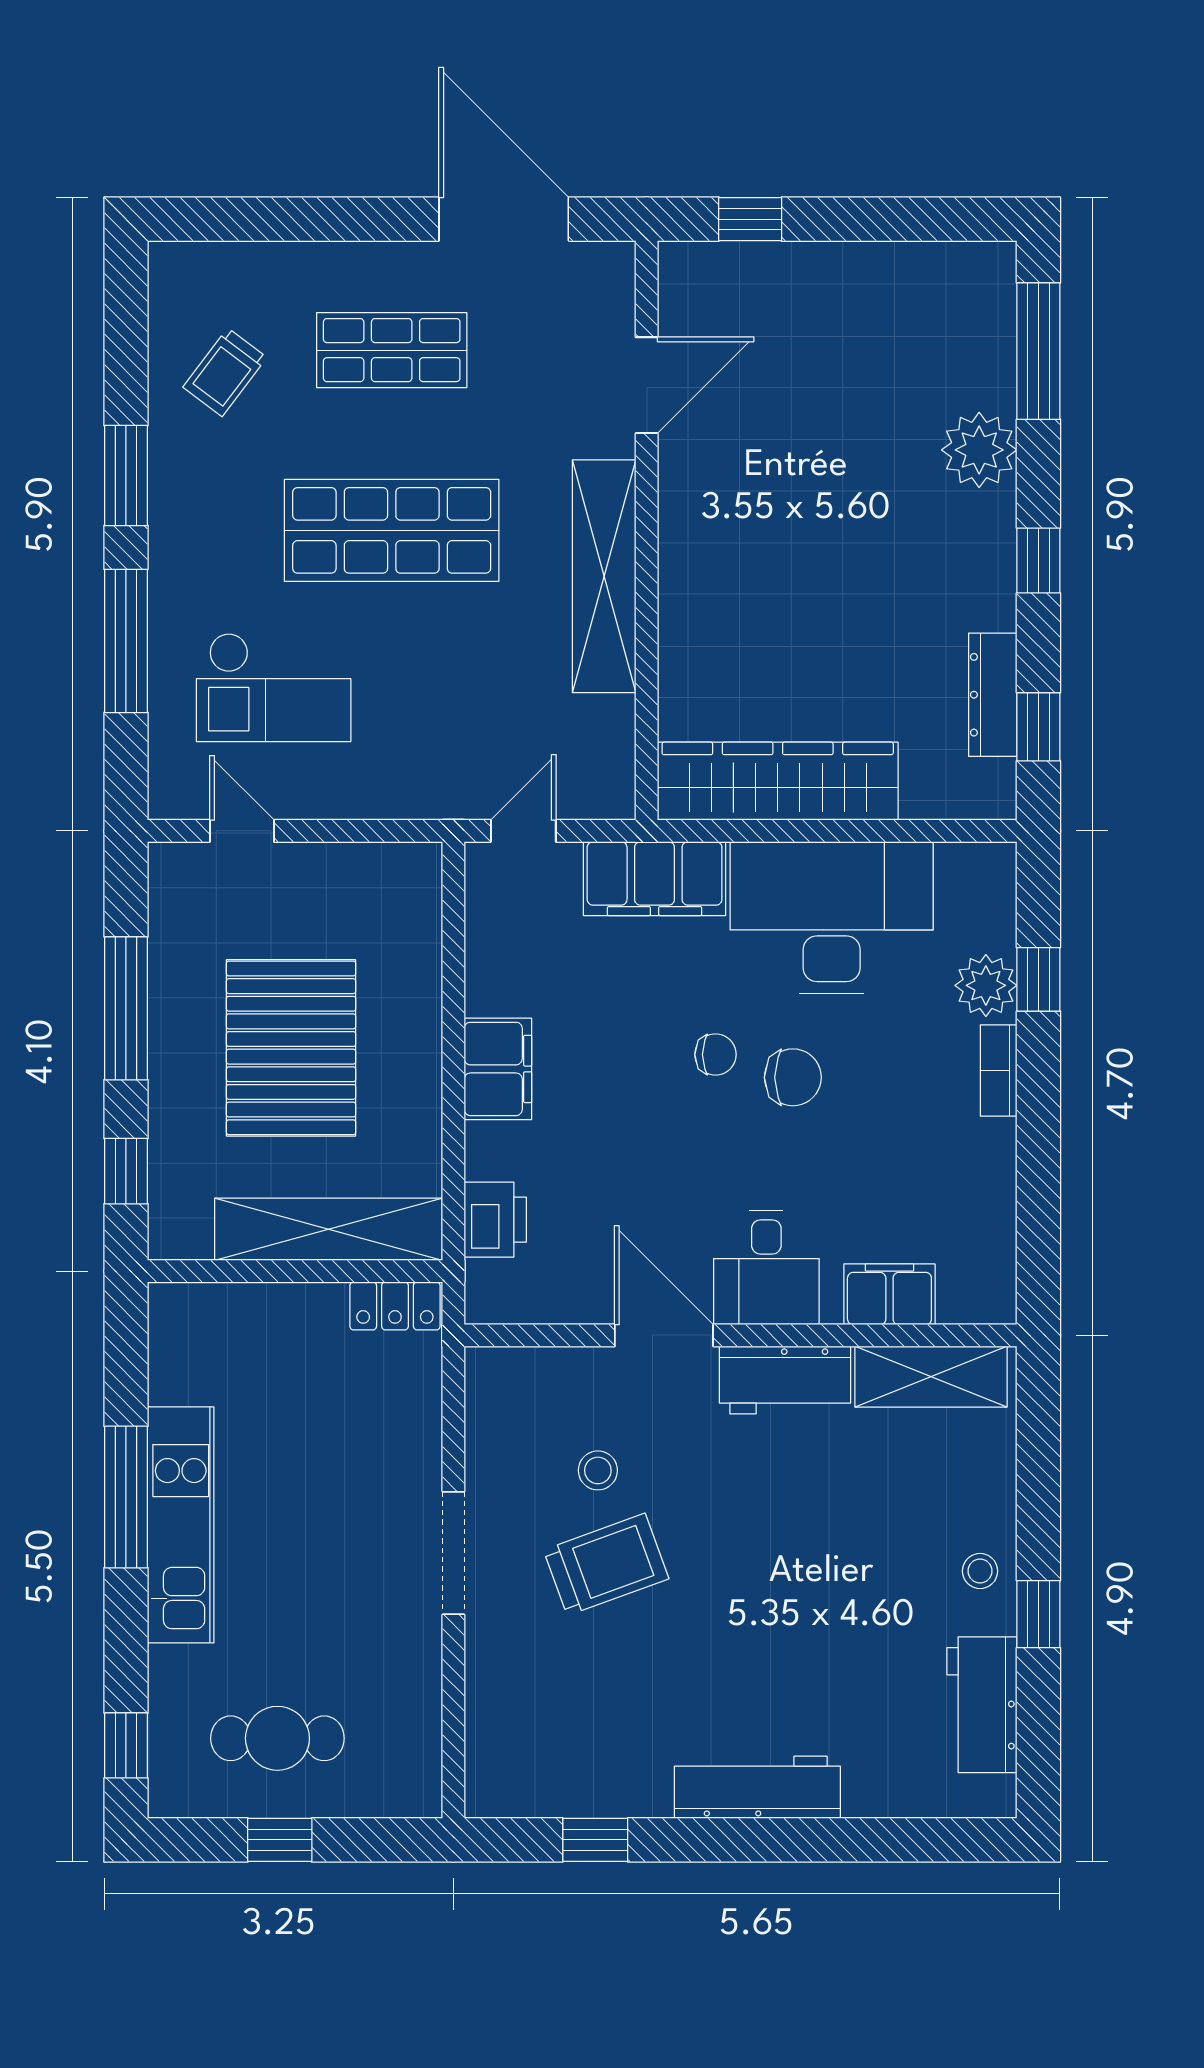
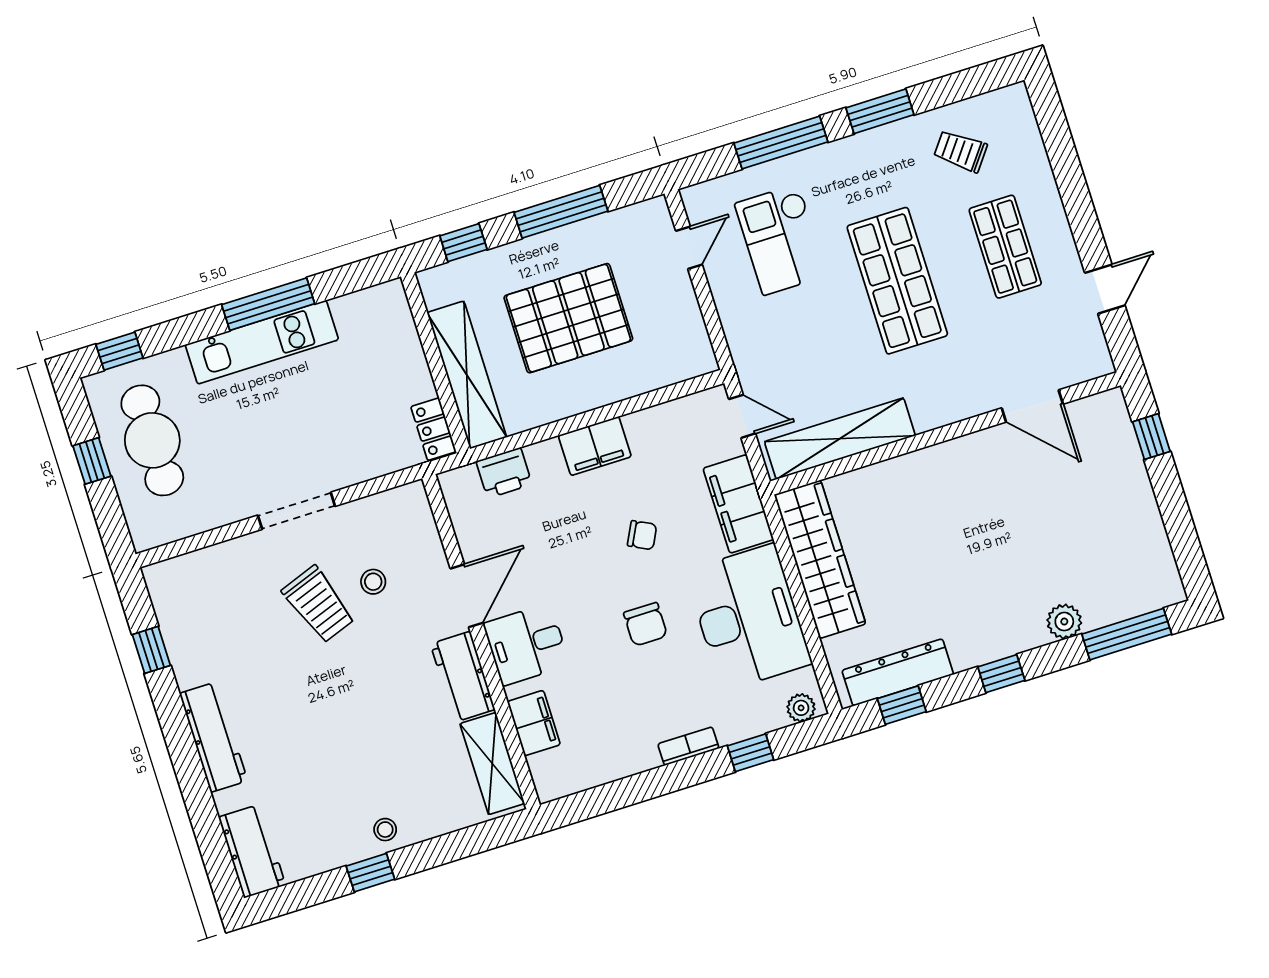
door: (504, 219) -> (1105, 289), width x0.53
plant: (979, 450) -> (1064, 622), width x0.73, depth x0.73
shelving: (604, 576) -> (840, 439), moved
dresser: (993, 695) -> (898, 672), width x1.37, depth x1.24
plant: (986, 985) -> (801, 708), moved, width x0.73, depth x0.73
chair: (716, 1055) -> (642, 535), moved, turned -63
workbench: (982, 1705) -> (252, 851), moved, turned 90
cafe table: (277, 1738) -> (152, 440), width x1.37, depth x1.35

